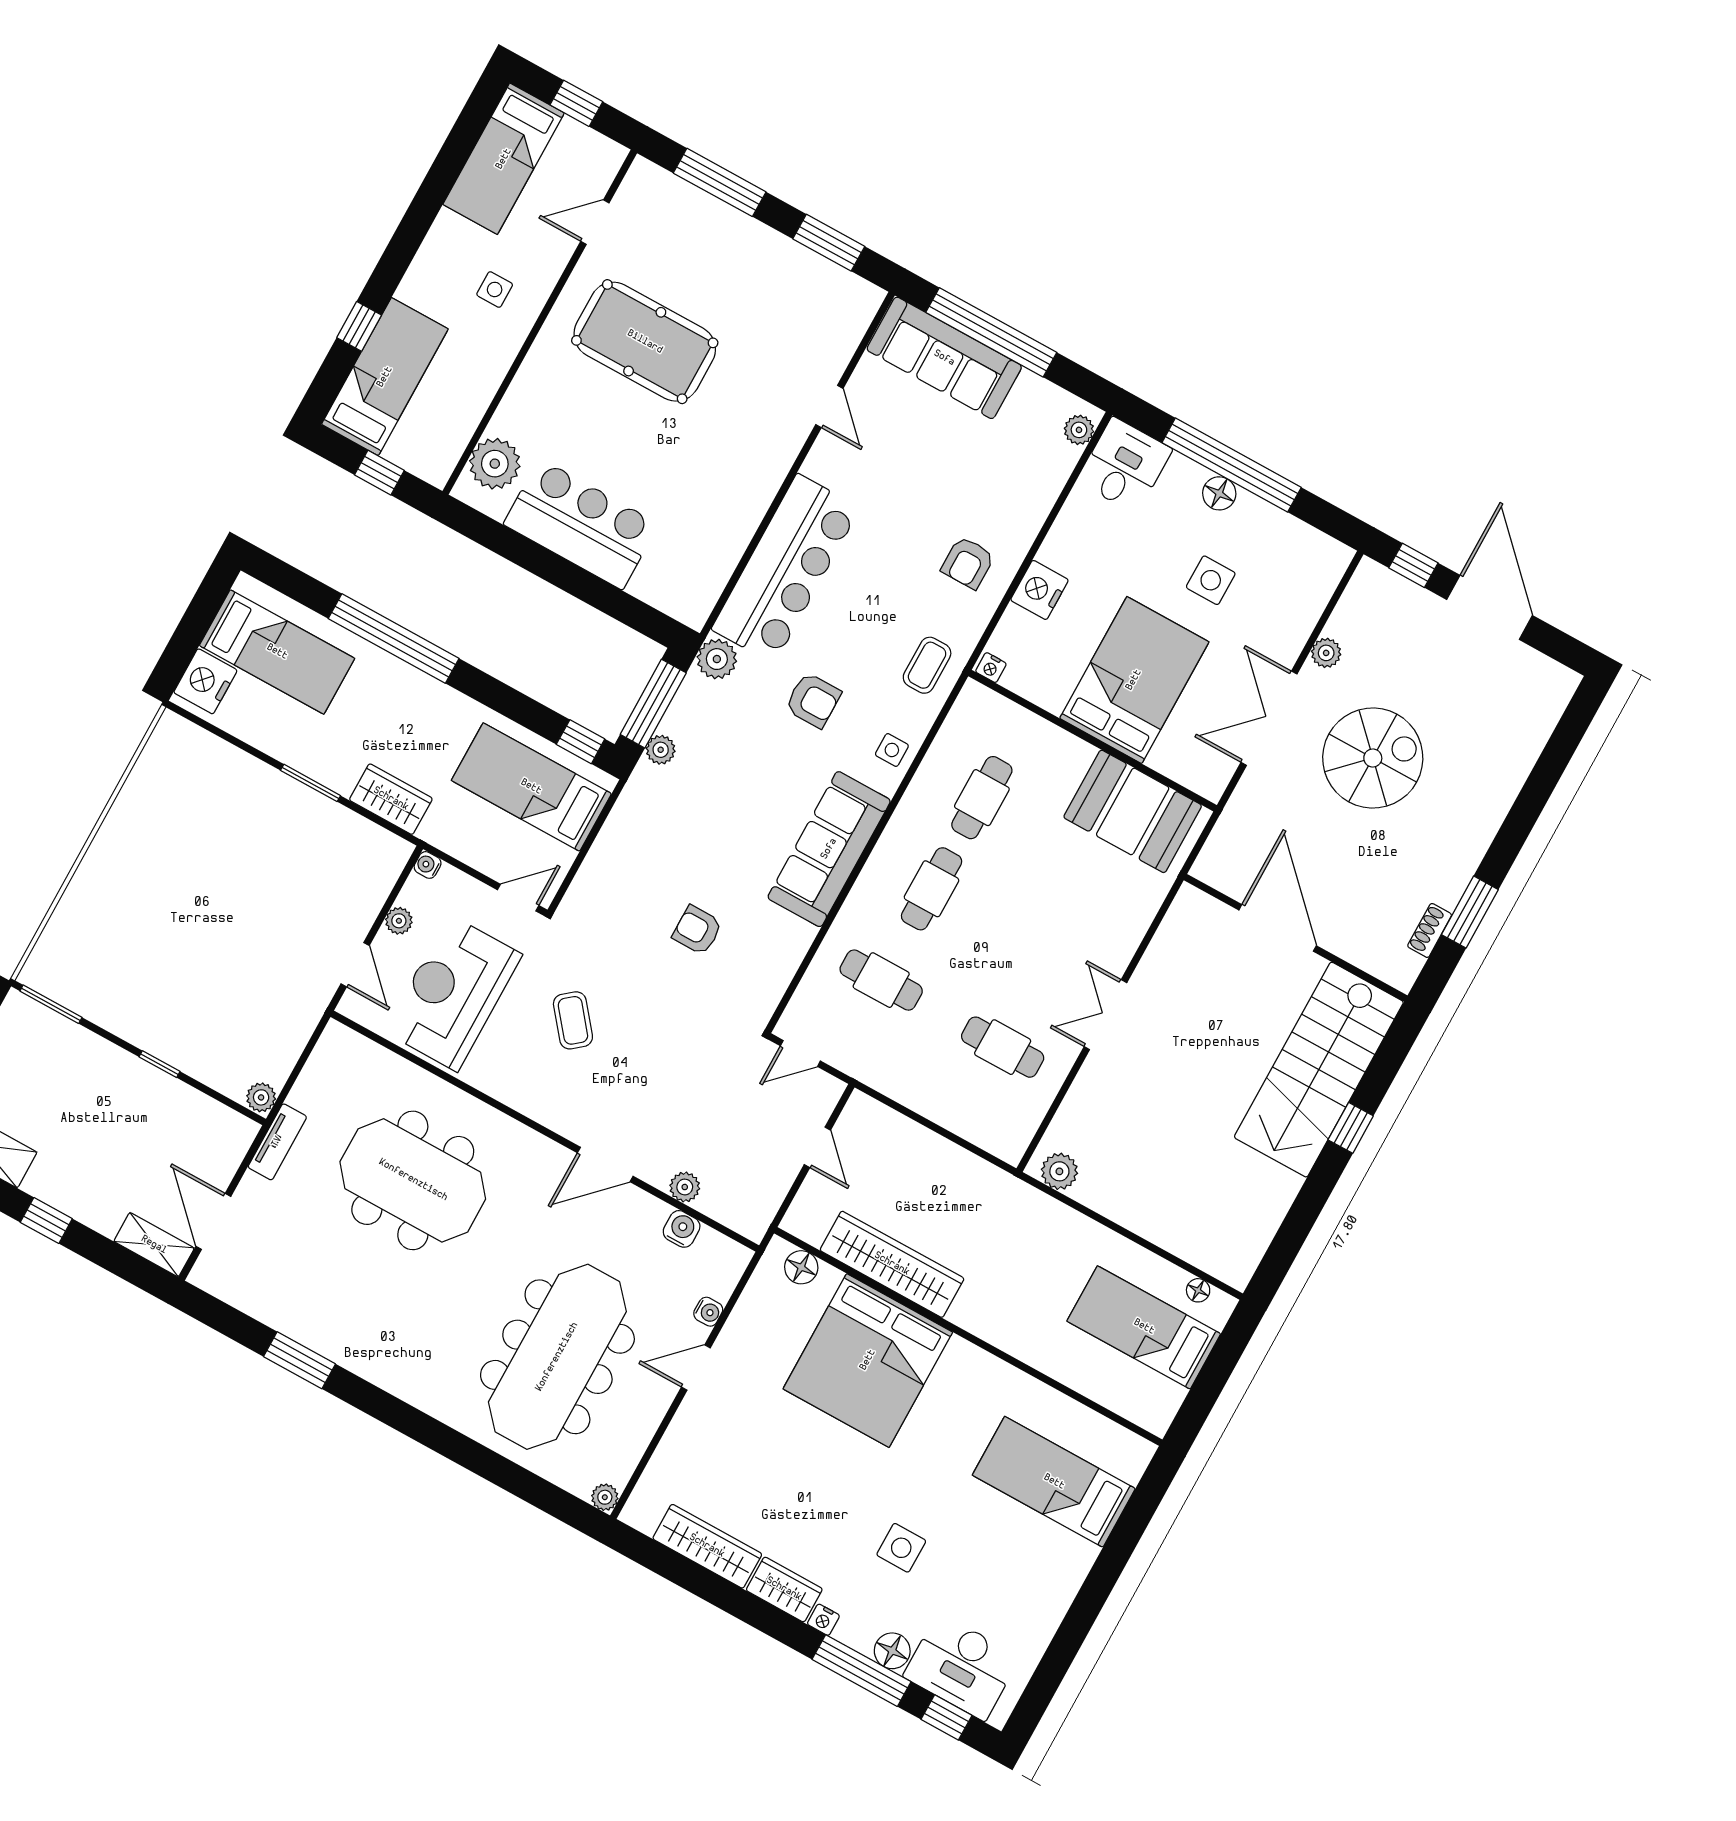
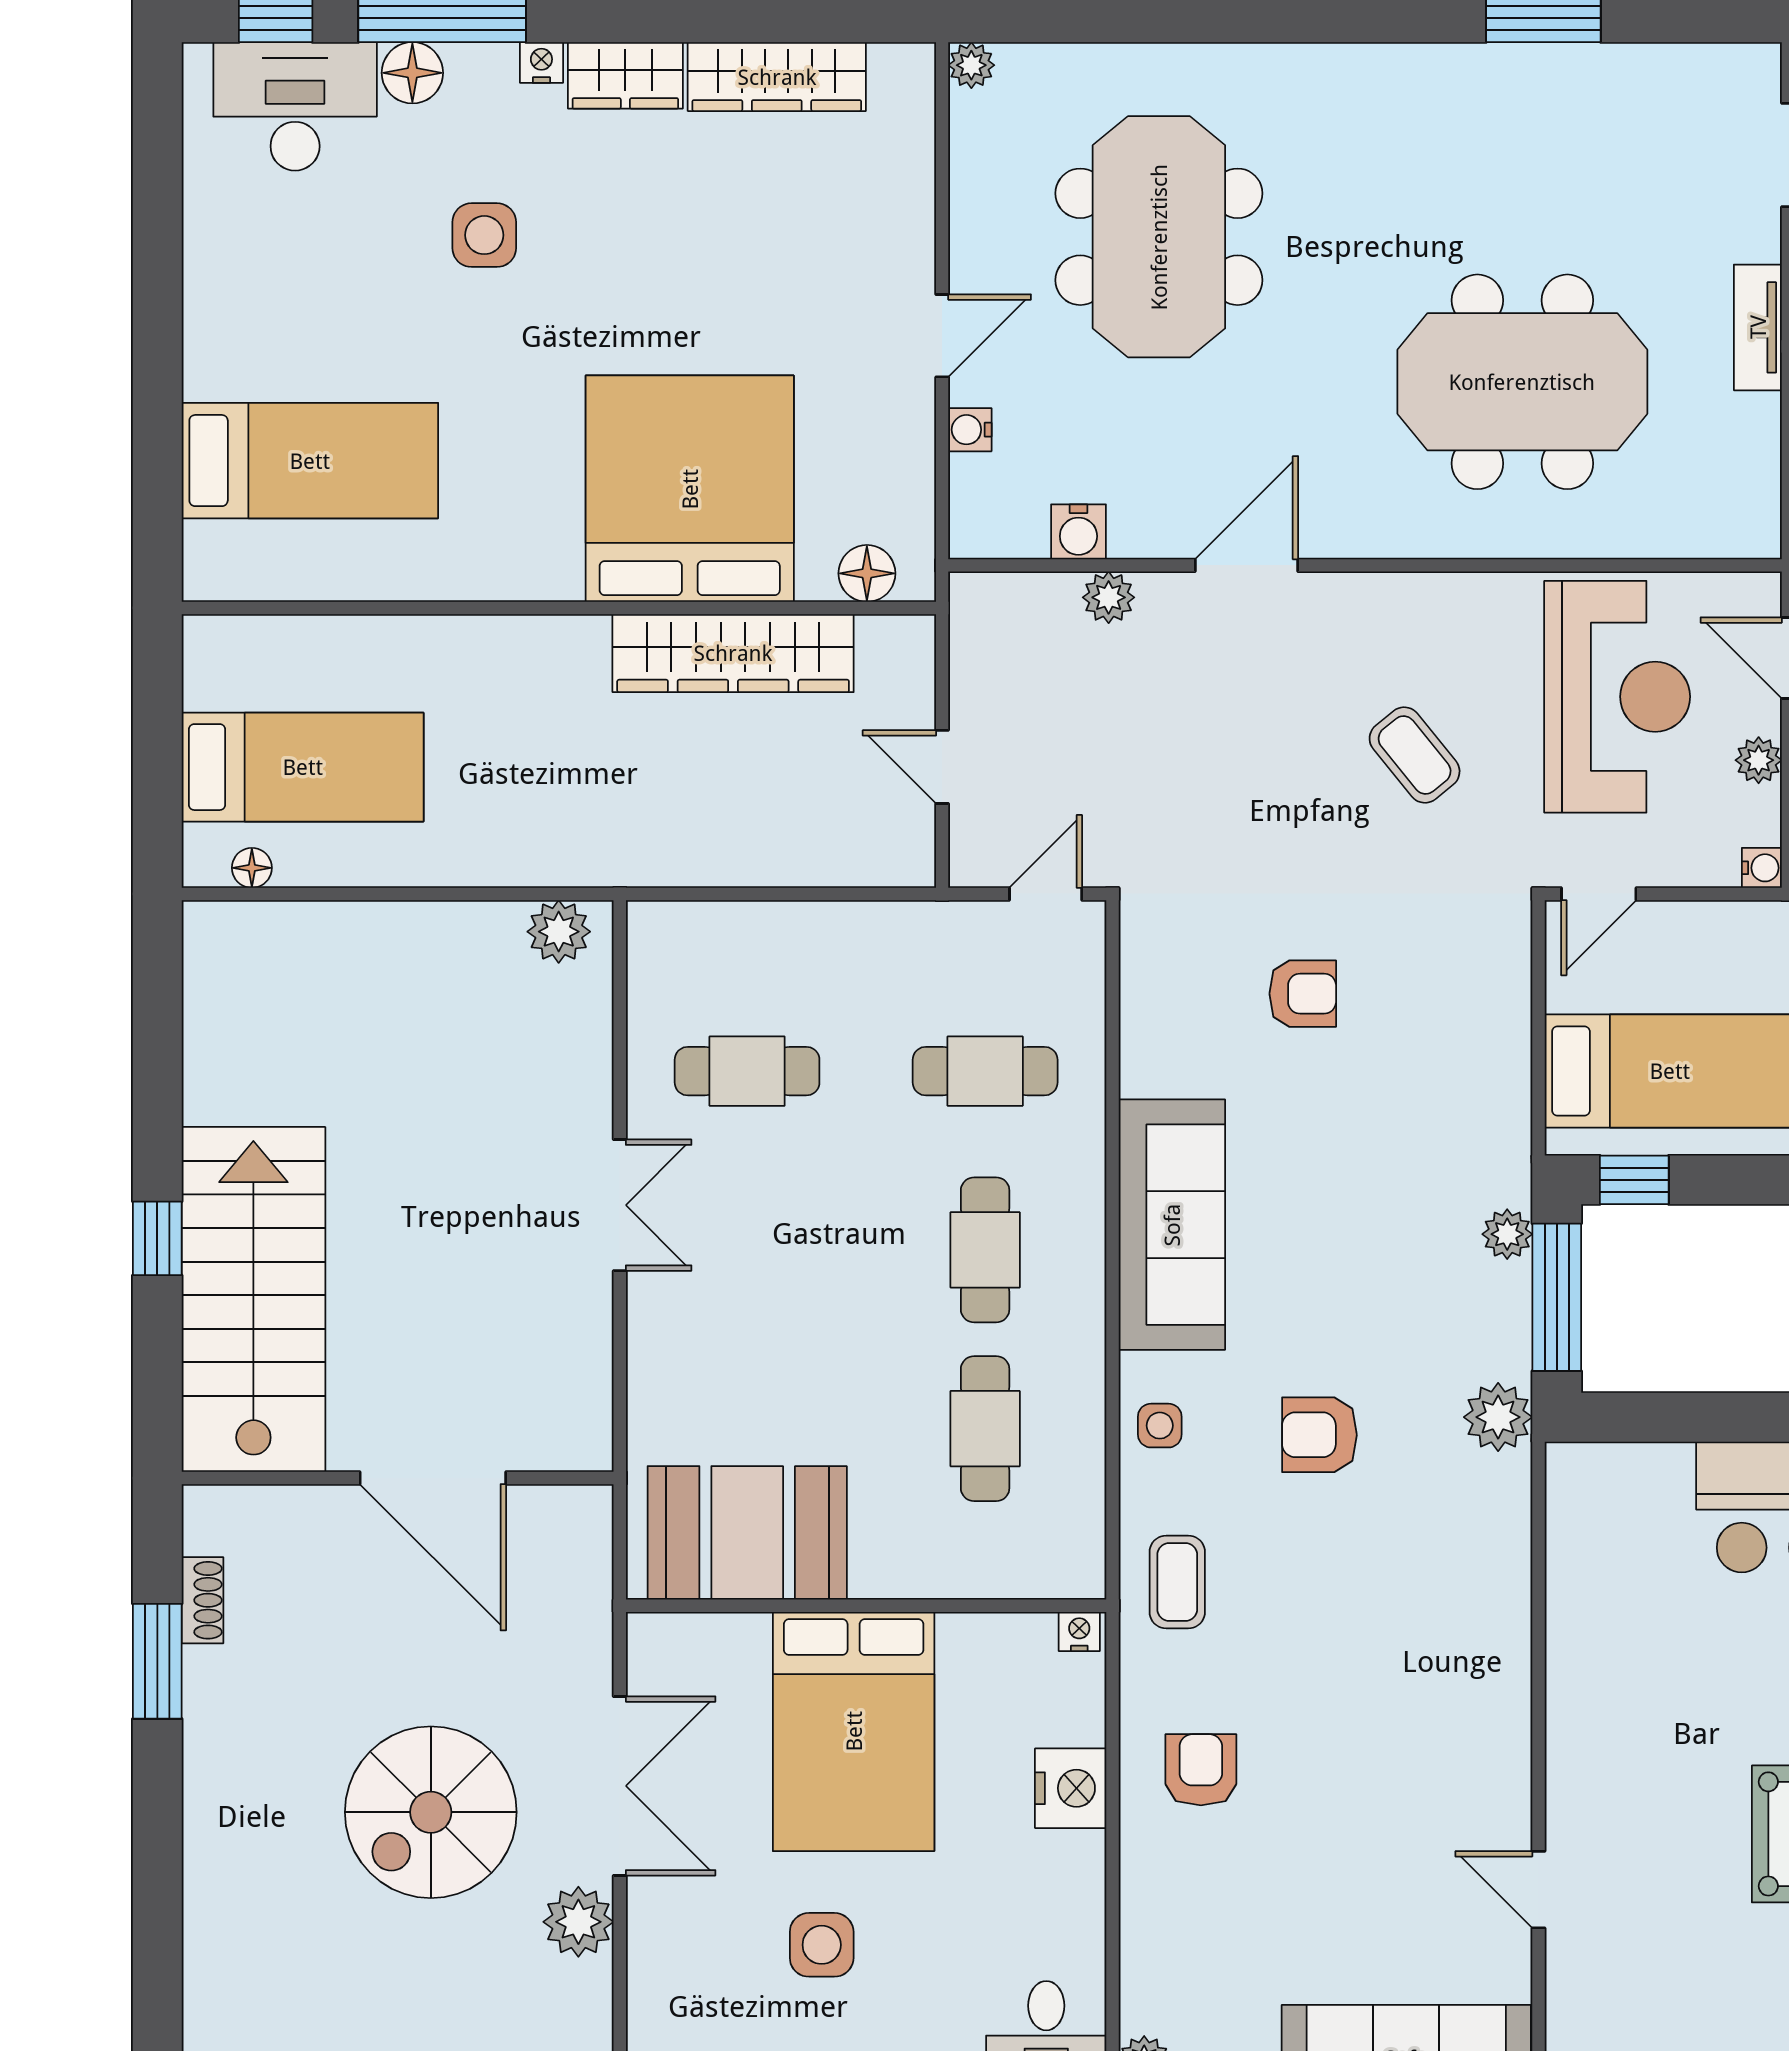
bar counter: (786, 569) -> (1470, 1610), removed
plant: (1326, 653) -> (578, 1922), width x1.38, depth x1.38
meeting table: (557, 1357) -> (1159, 237), width x0.73

